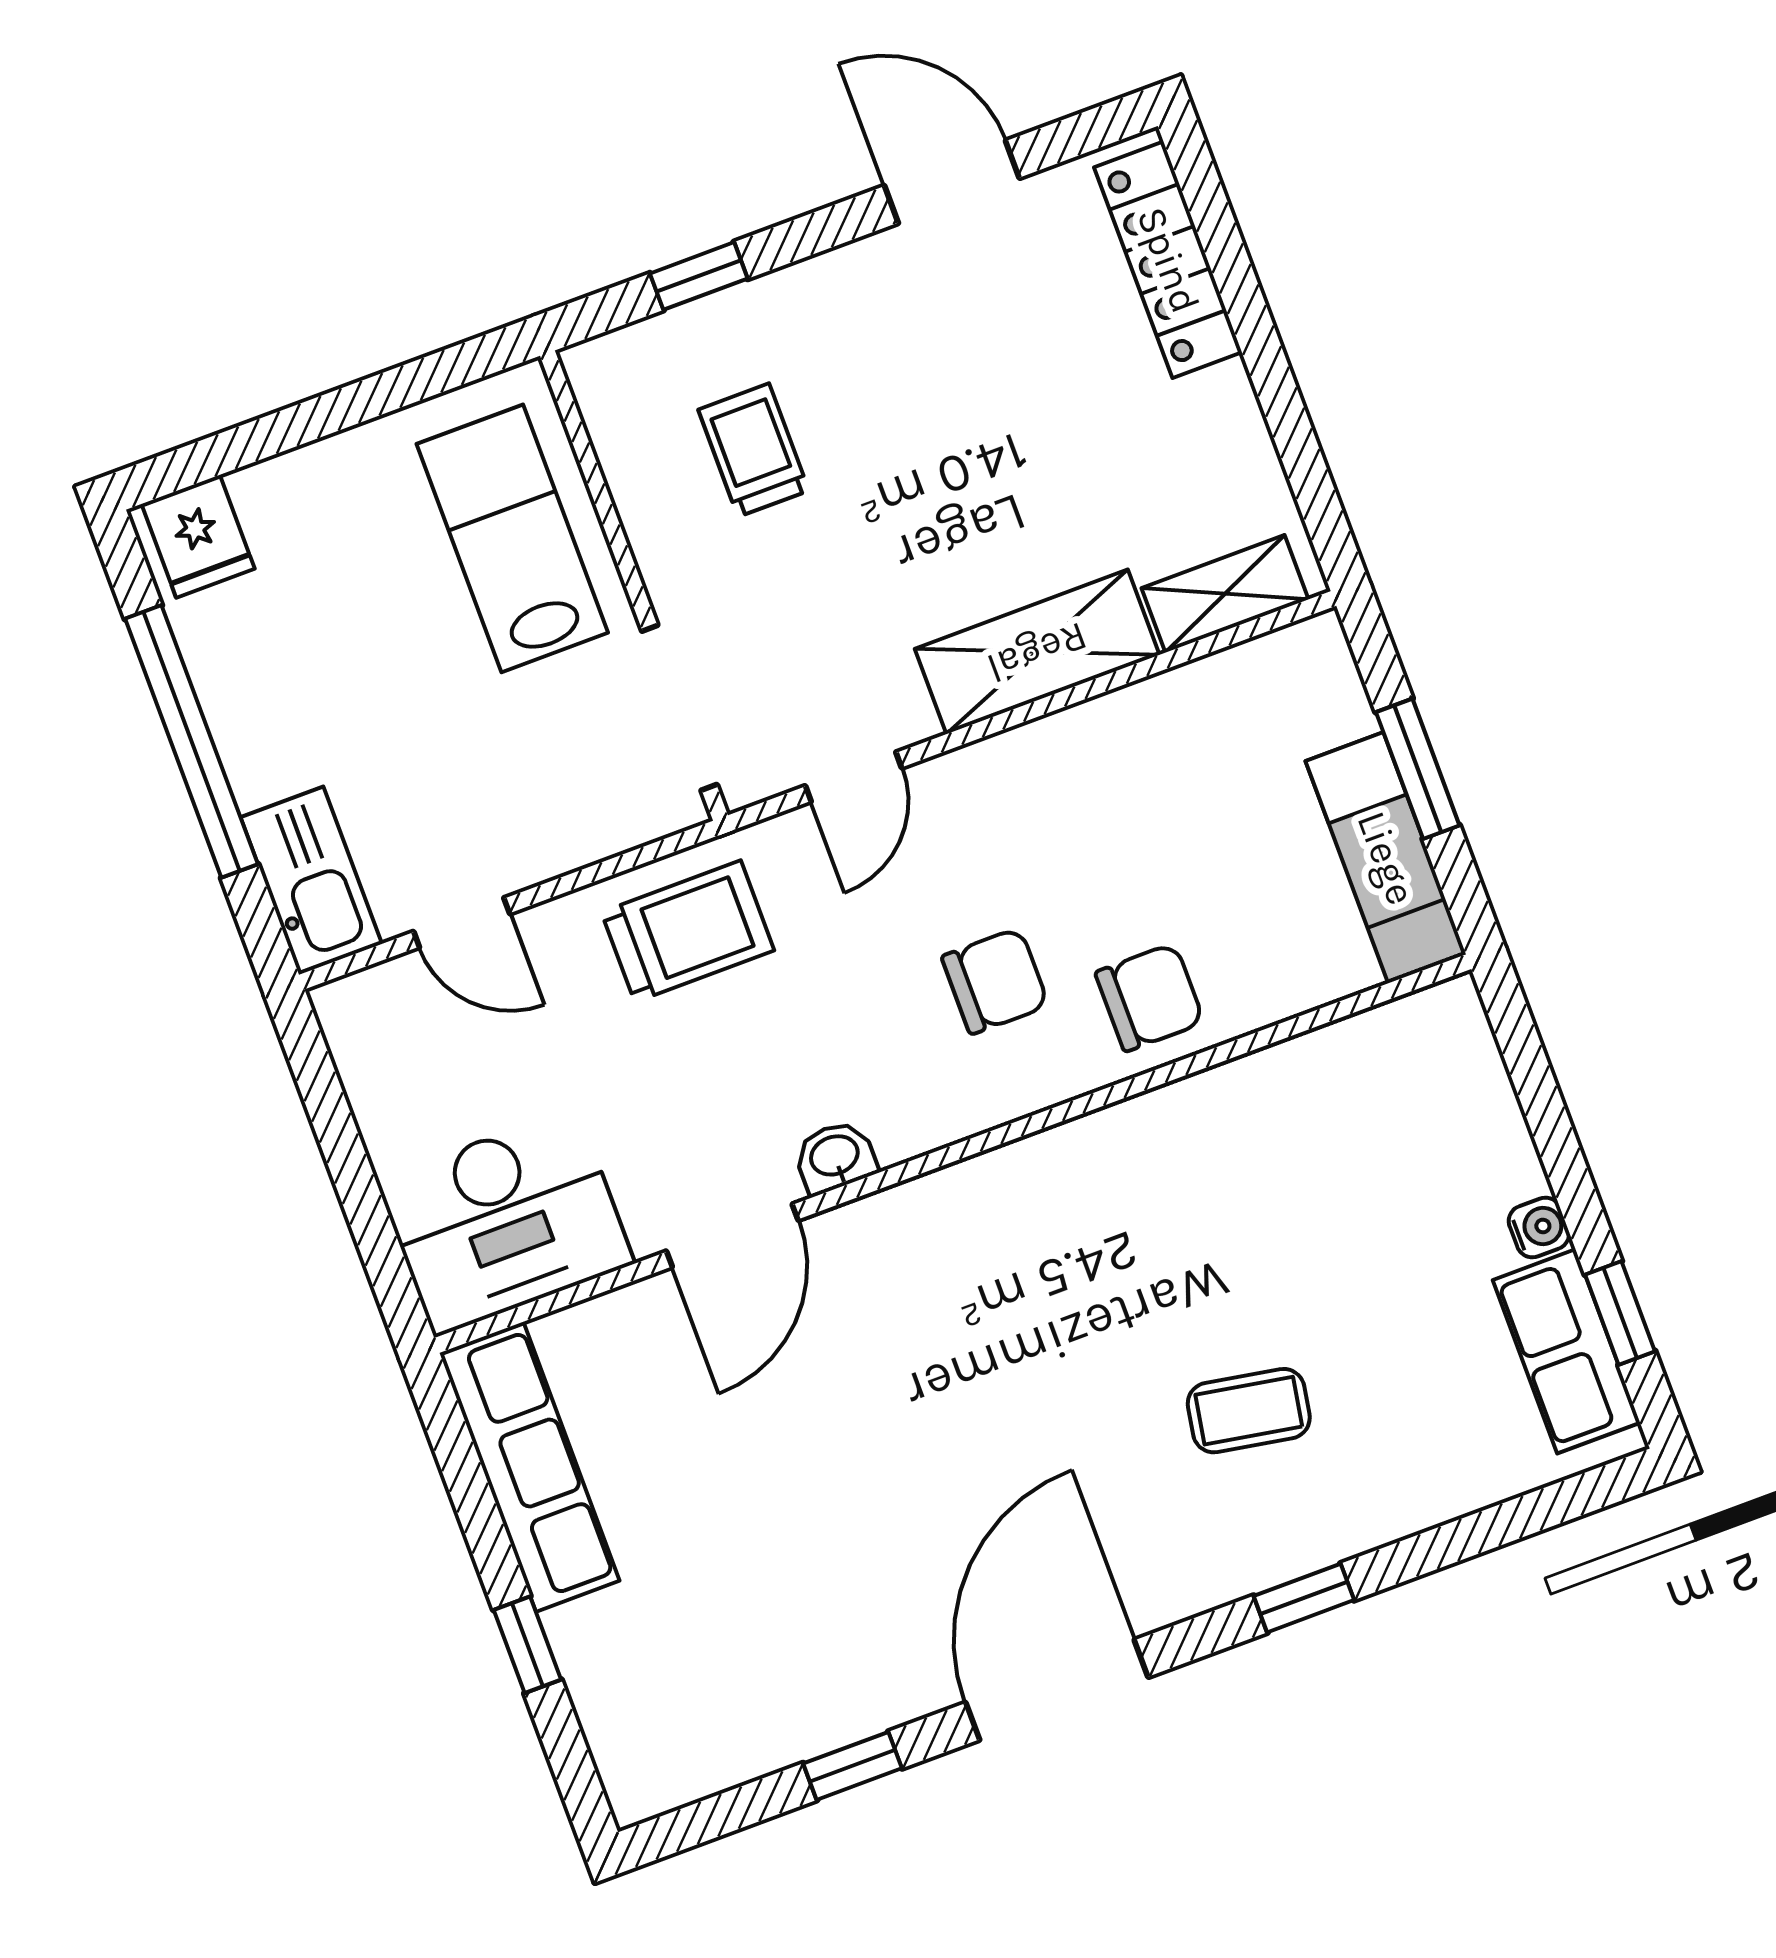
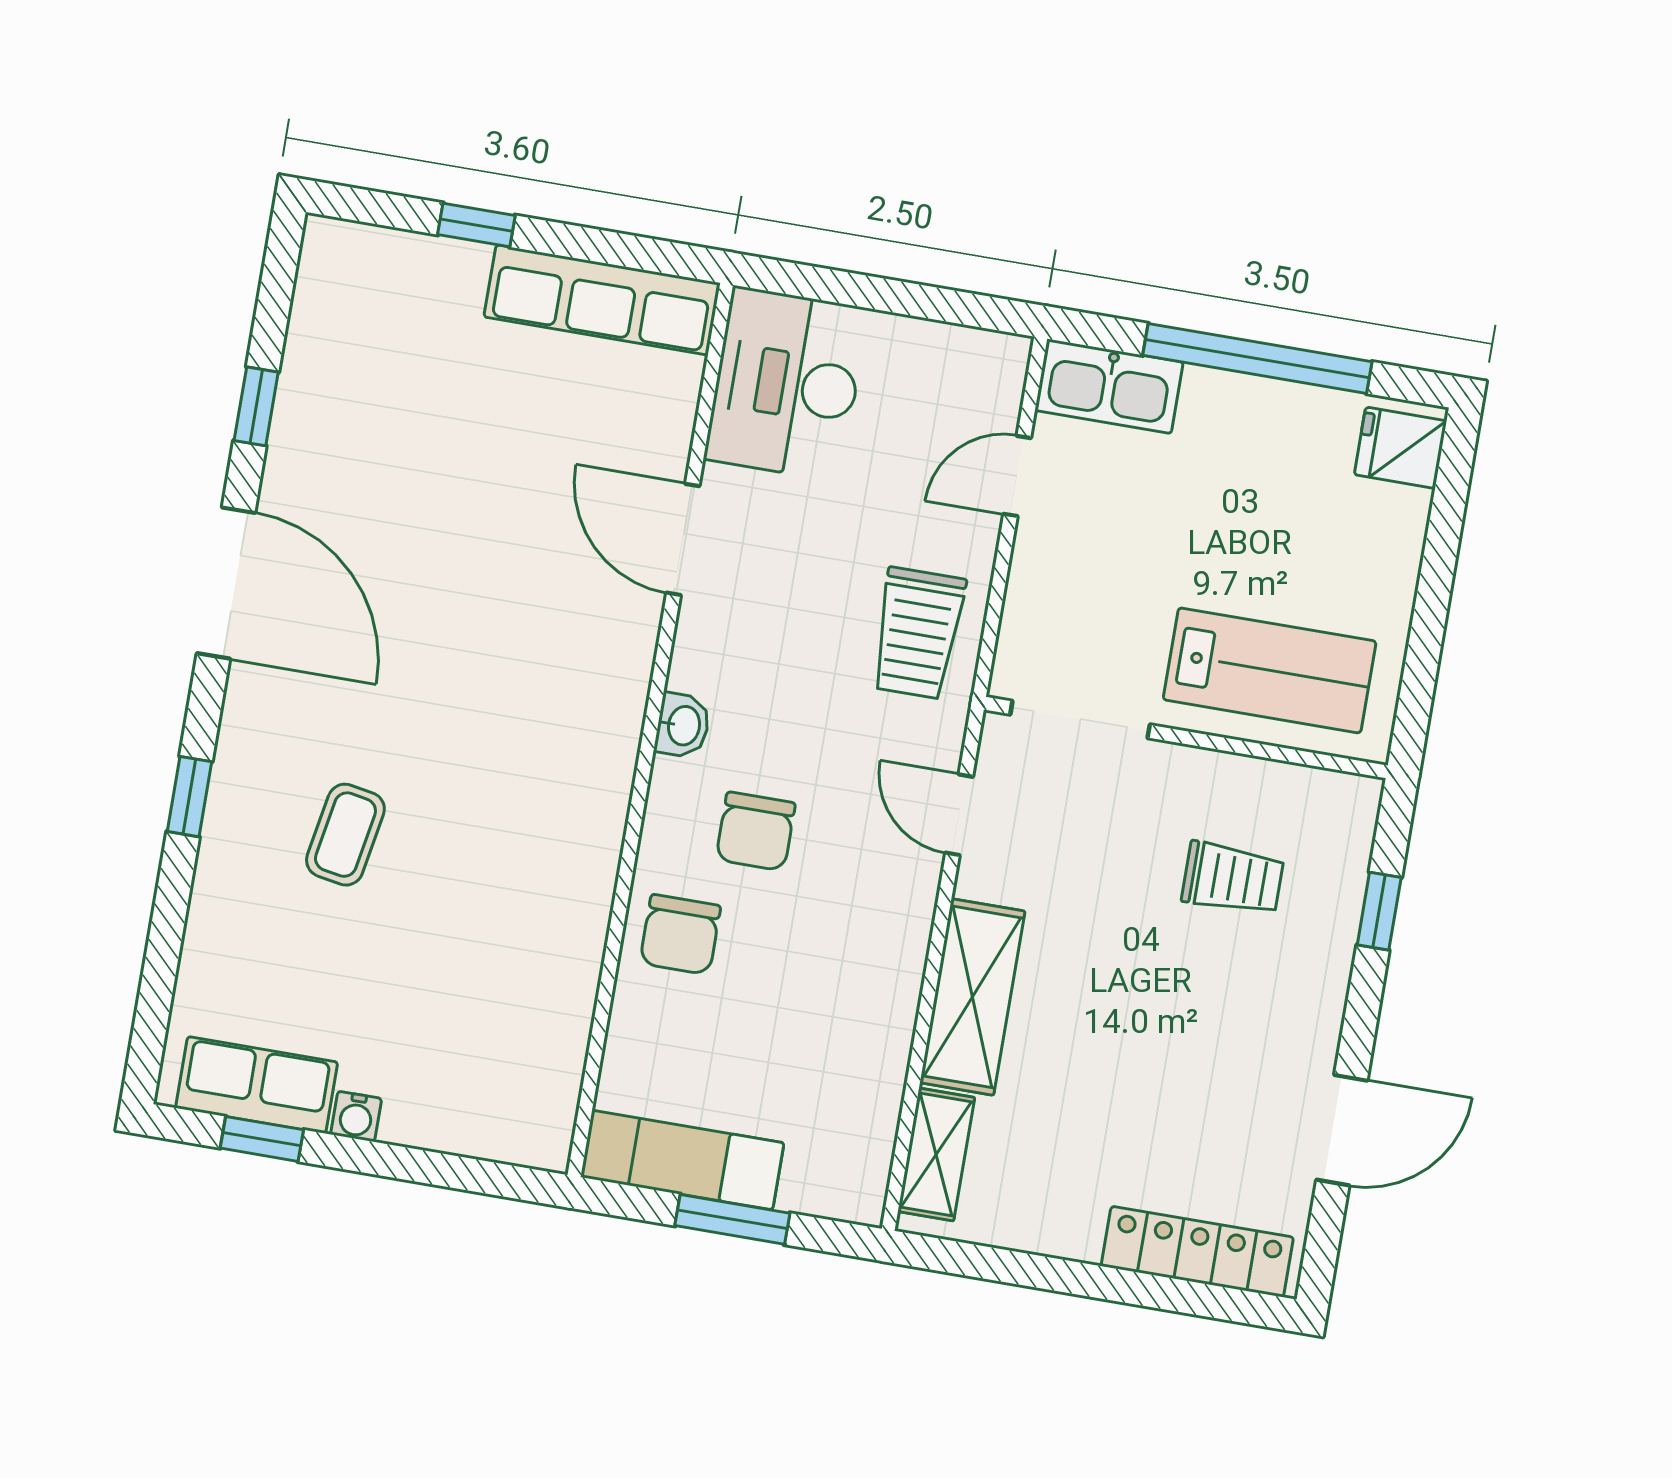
washbasin: (835, 1157) -> (683, 725), moved

